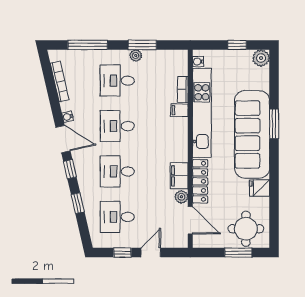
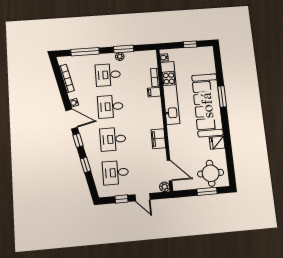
plant: (261, 58) -> (208, 52), removed
locker: (200, 181) -> (174, 141), removed
plant: (181, 197) -> (165, 187), moved
door: (151, 253) -> (143, 197), swing flipped

